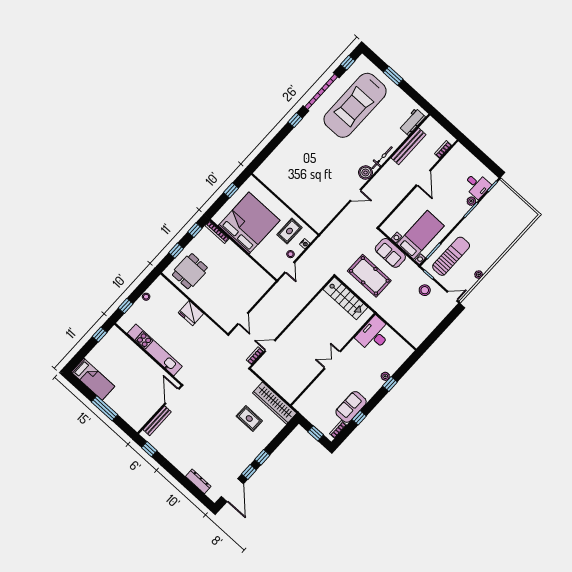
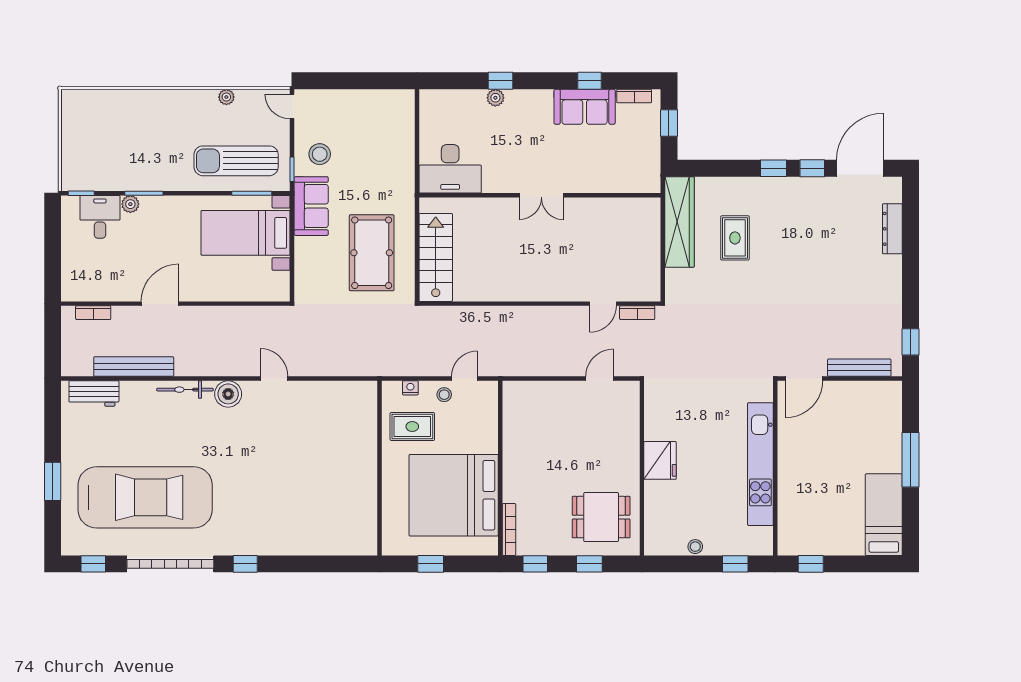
sofa: (390, 253) -> (311, 206), moved
door: (270, 346) -> (603, 304), hinge flipped

